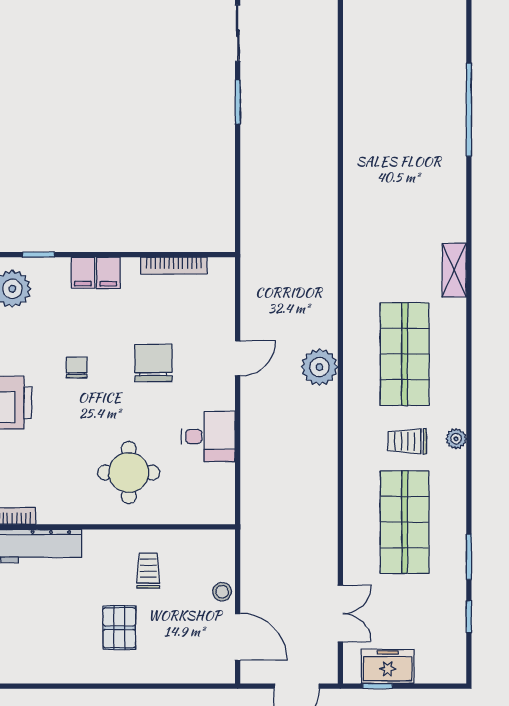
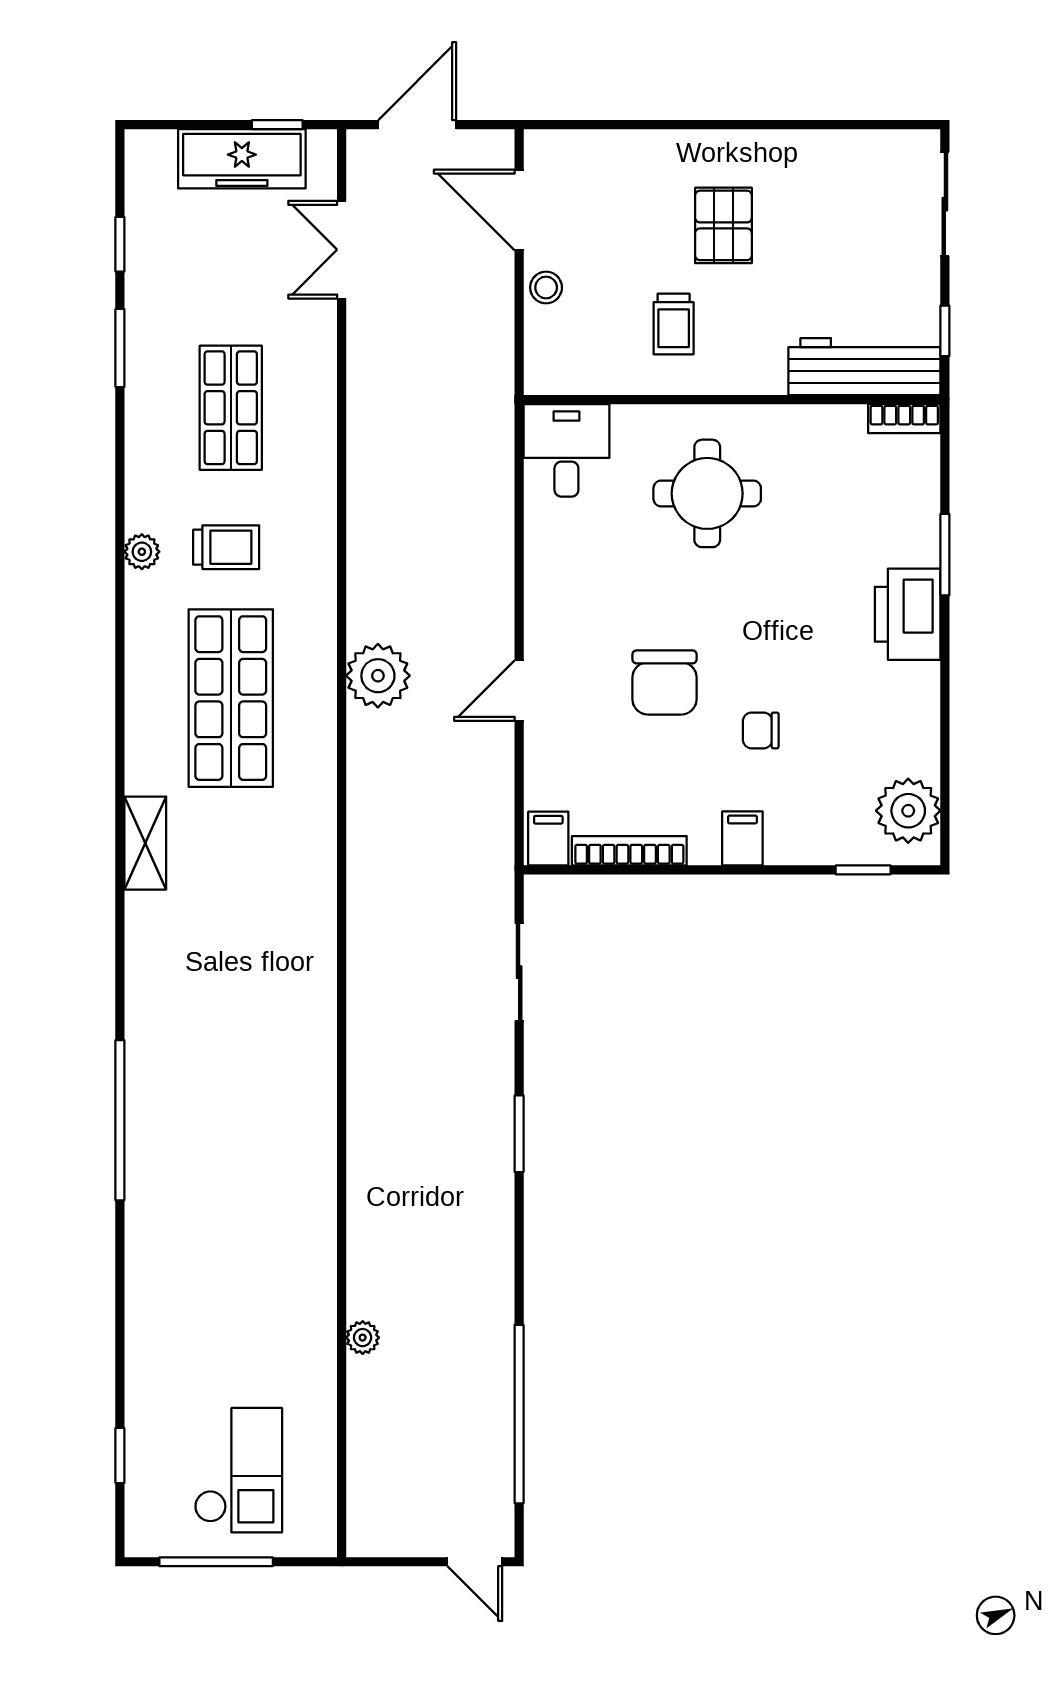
sliding door: (238, 33) -> (519, 972), moved
filing cabinet: (83, 273) -> (548, 839), moved
chair: (77, 367) -> (761, 730), moved, turned 90
desk: (208, 436) -> (566, 450), moved, turned 90
shop shelf: (405, 522) -> (231, 408), width x0.70, depth x0.74
freezer: (388, 666) -> (242, 159), width x1.40

